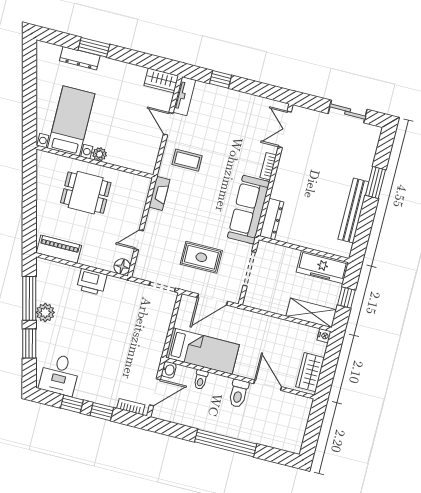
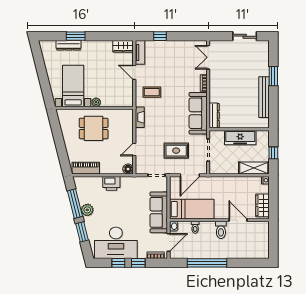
freezer: (322, 267) -> (240, 138), moved
sofa: (152, 343) -> (159, 212), added
desk: (60, 375) -> (116, 243), width x1.87, depth x1.30
window: (226, 443) -> (207, 263), moved

